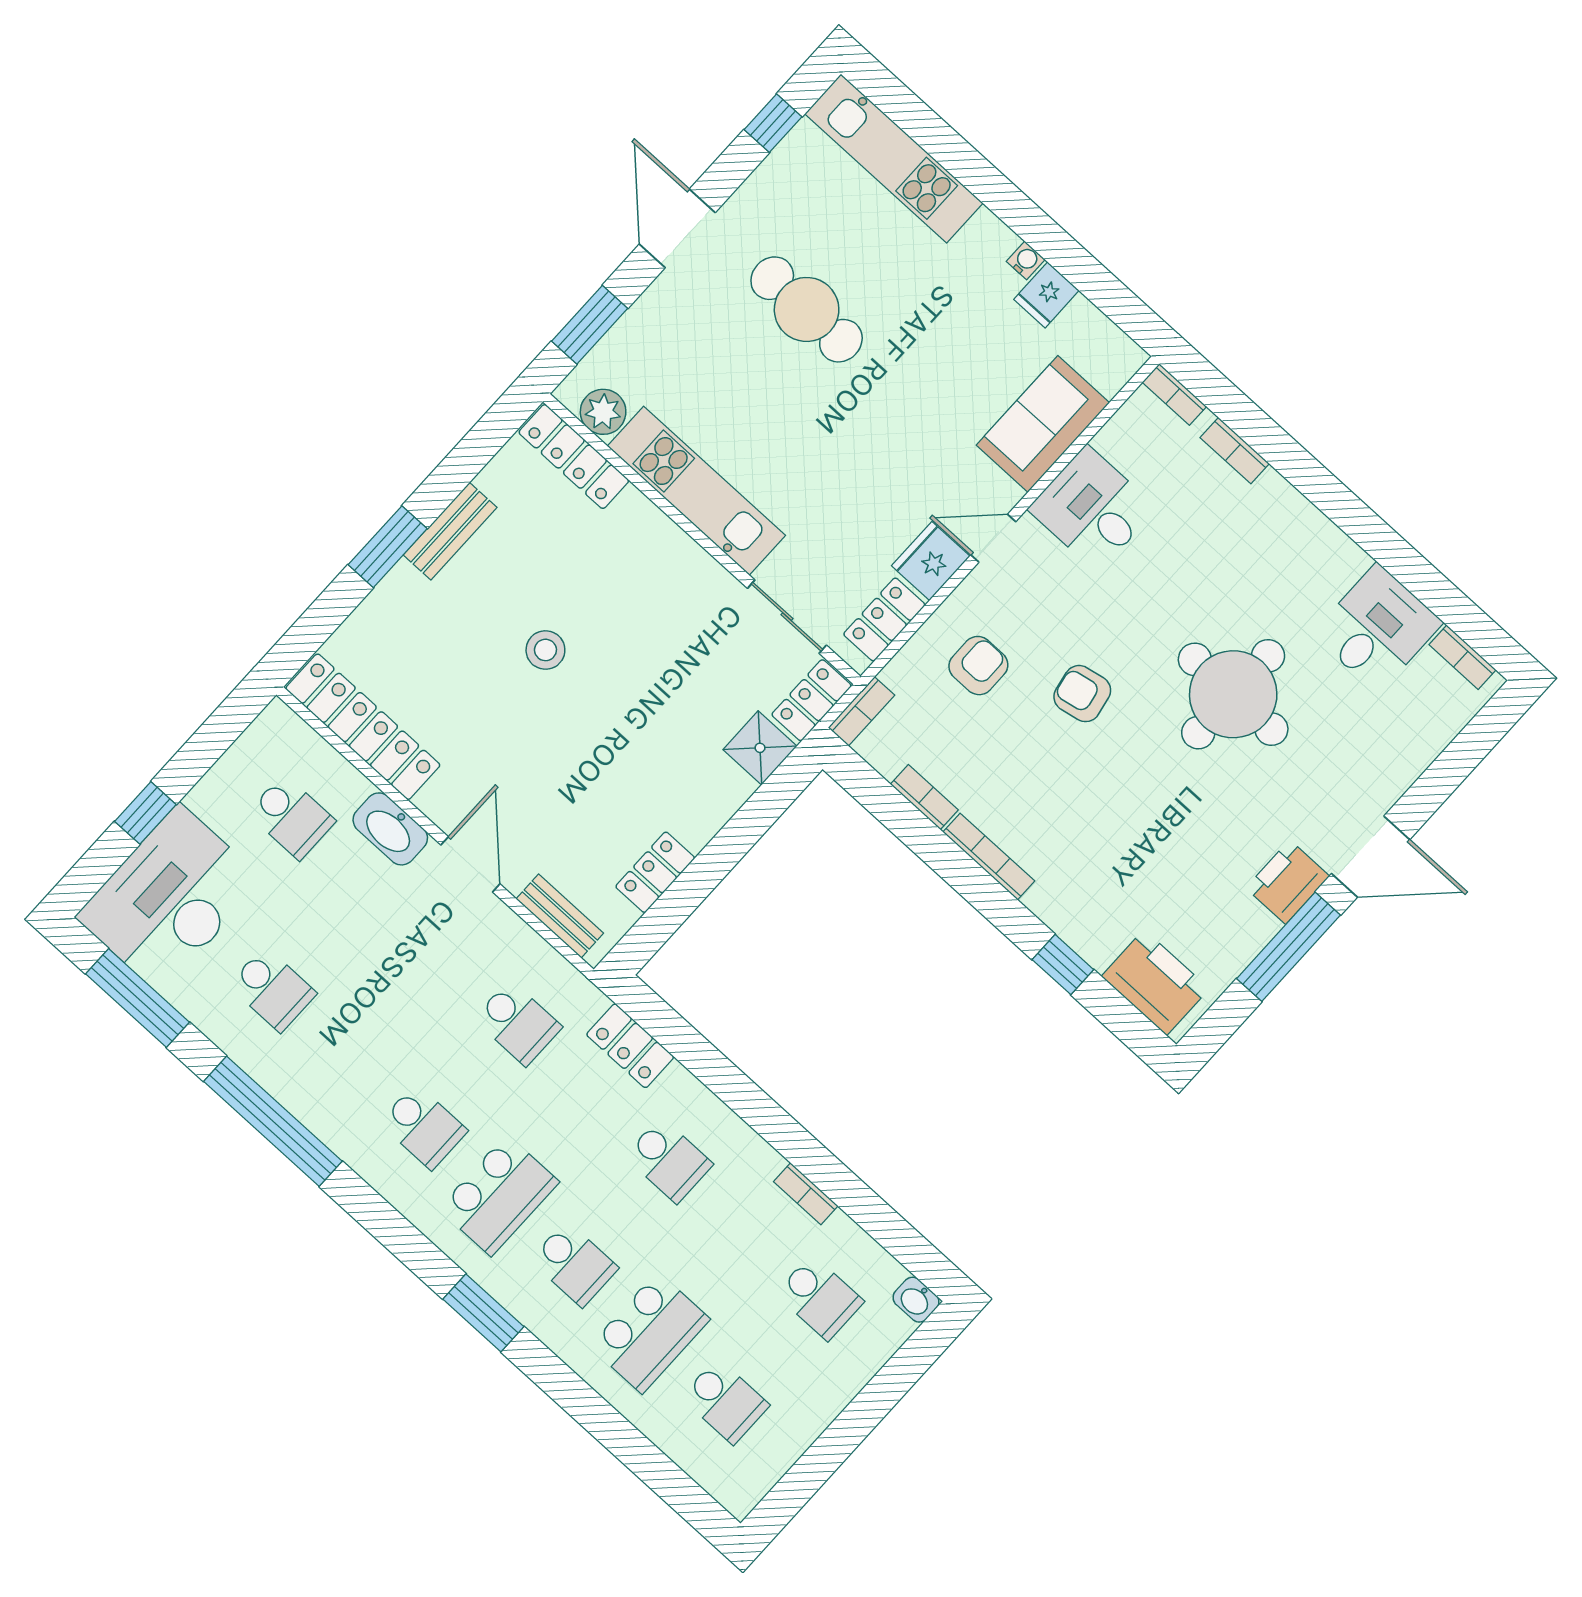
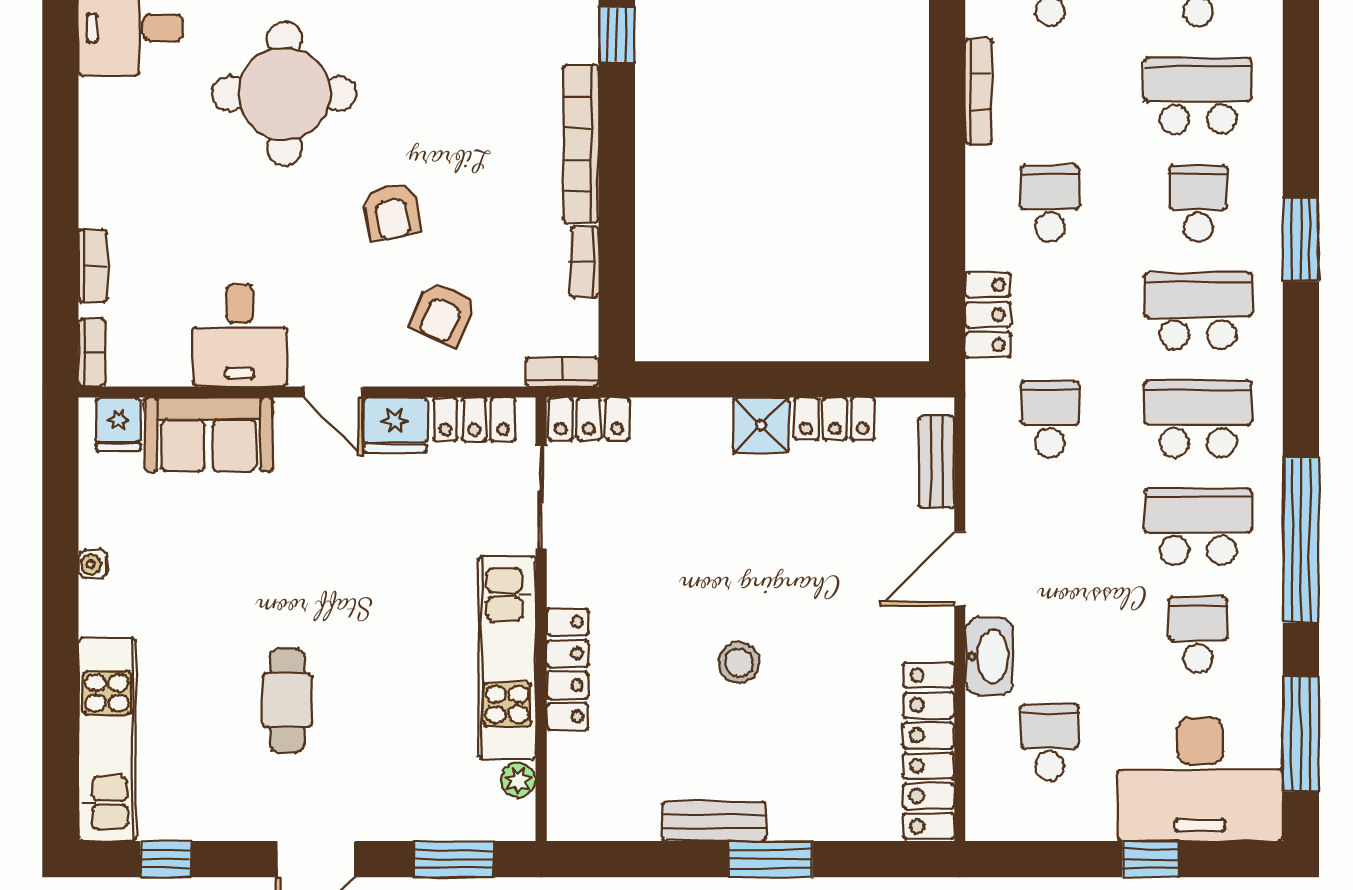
fridge: (1046, 295) -> (118, 424), moved, turned 90
cafe table: (807, 309) -> (287, 701), width x0.73, depth x0.74
plant: (603, 412) -> (518, 780), width x0.73, depth x0.73
locker: (574, 457) -> (568, 669), moved
armchair: (978, 666) -> (443, 313), turned -66
shower: (760, 748) -> (761, 425), moved
bookcase: (989, 857) -> (581, 144), width x1.48, depth x1.31
school desk: (348, 1058) -> (1198, 527), added
school desk: (423, 1127) -> (1198, 419), width x1.85
bookcase: (806, 1194) -> (979, 92), width x1.56

